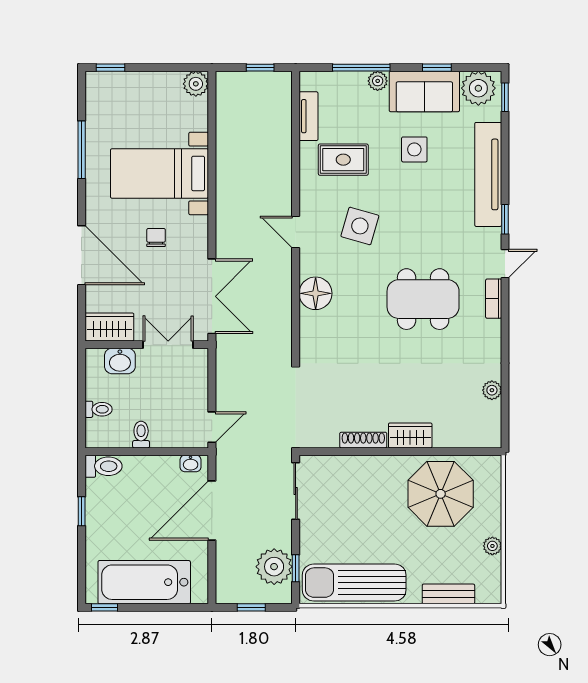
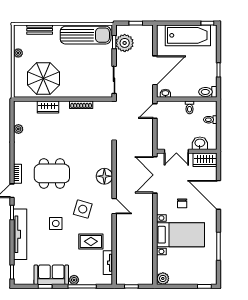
plant: (478, 88) -> (25, 276), removed
side table: (414, 149) -> (56, 223), moved
wardrobe: (410, 435) -> (48, 107), moved

